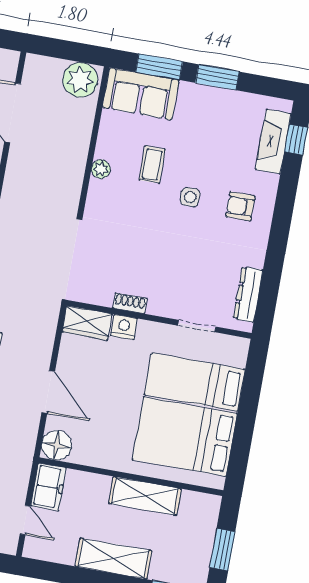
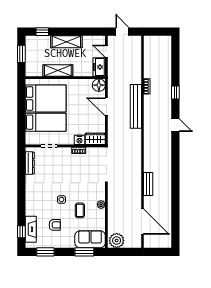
window: (217, 77) -> (45, 252), moved
armchair: (240, 206) -> (55, 225), moved

